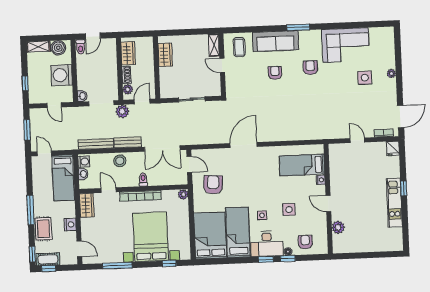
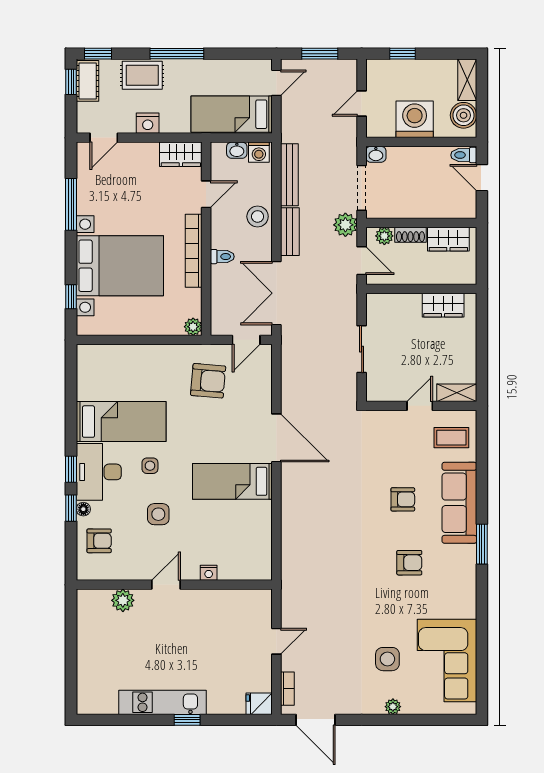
corner sofa: (346, 45) -> (447, 661), moved
bed: (302, 165) -> (232, 481), moved, turned -90
bed: (210, 236) -> (118, 372), removed

